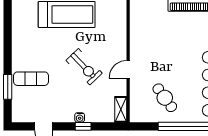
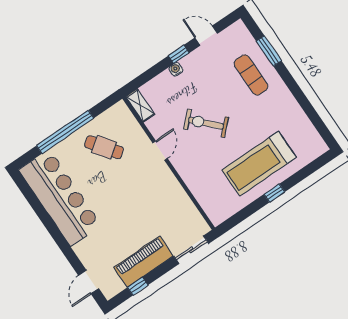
exercise mat: (31, 79) -> (251, 75), turned 90
window: (83, 126) -> (179, 54), moved

